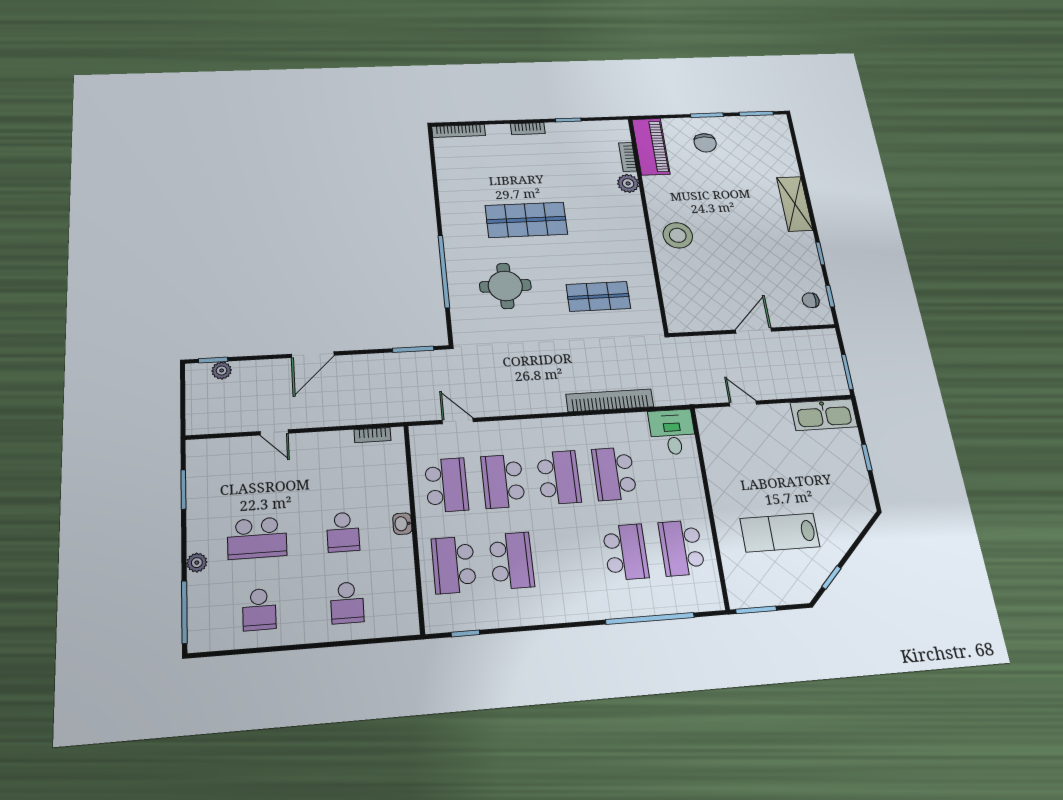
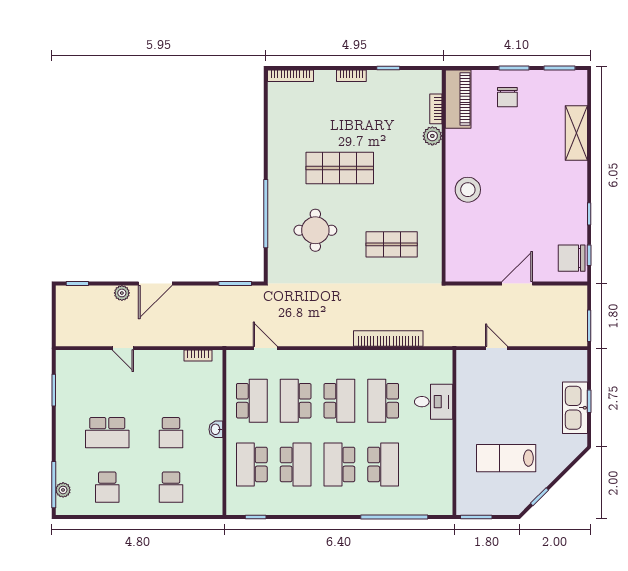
shelving: (795, 204) -> (576, 133), moved
chair: (811, 300) -> (572, 258), width x1.87, depth x1.87
plant: (222, 371) -> (122, 293), moved
kitchen sink: (824, 415) -> (575, 408), moved, turned 90
desk: (673, 432) -> (434, 402), moved, turned 90
school desk: (682, 548) -> (339, 464), moved
plant: (197, 563) -> (63, 490), moved

